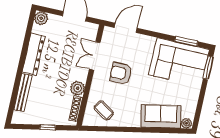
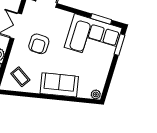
armchair: (121, 73) -> (39, 44), turned -90
sofa: (161, 116) -> (59, 85), moved

